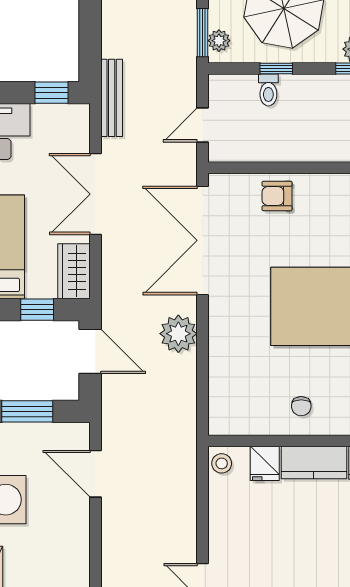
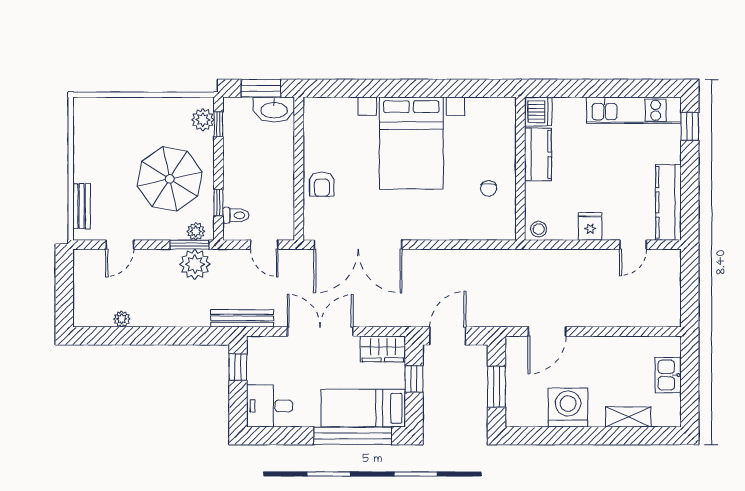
window: (276, 69) -> (218, 203), moved
toilet: (268, 90) -> (236, 215), moved
double door: (95, 194) -> (320, 332), swing flipped
plant: (178, 334) -> (195, 264), moved
chair: (301, 406) -> (489, 188), moved, turned 90
fridge: (265, 463) -> (590, 226), moved, turned -90

